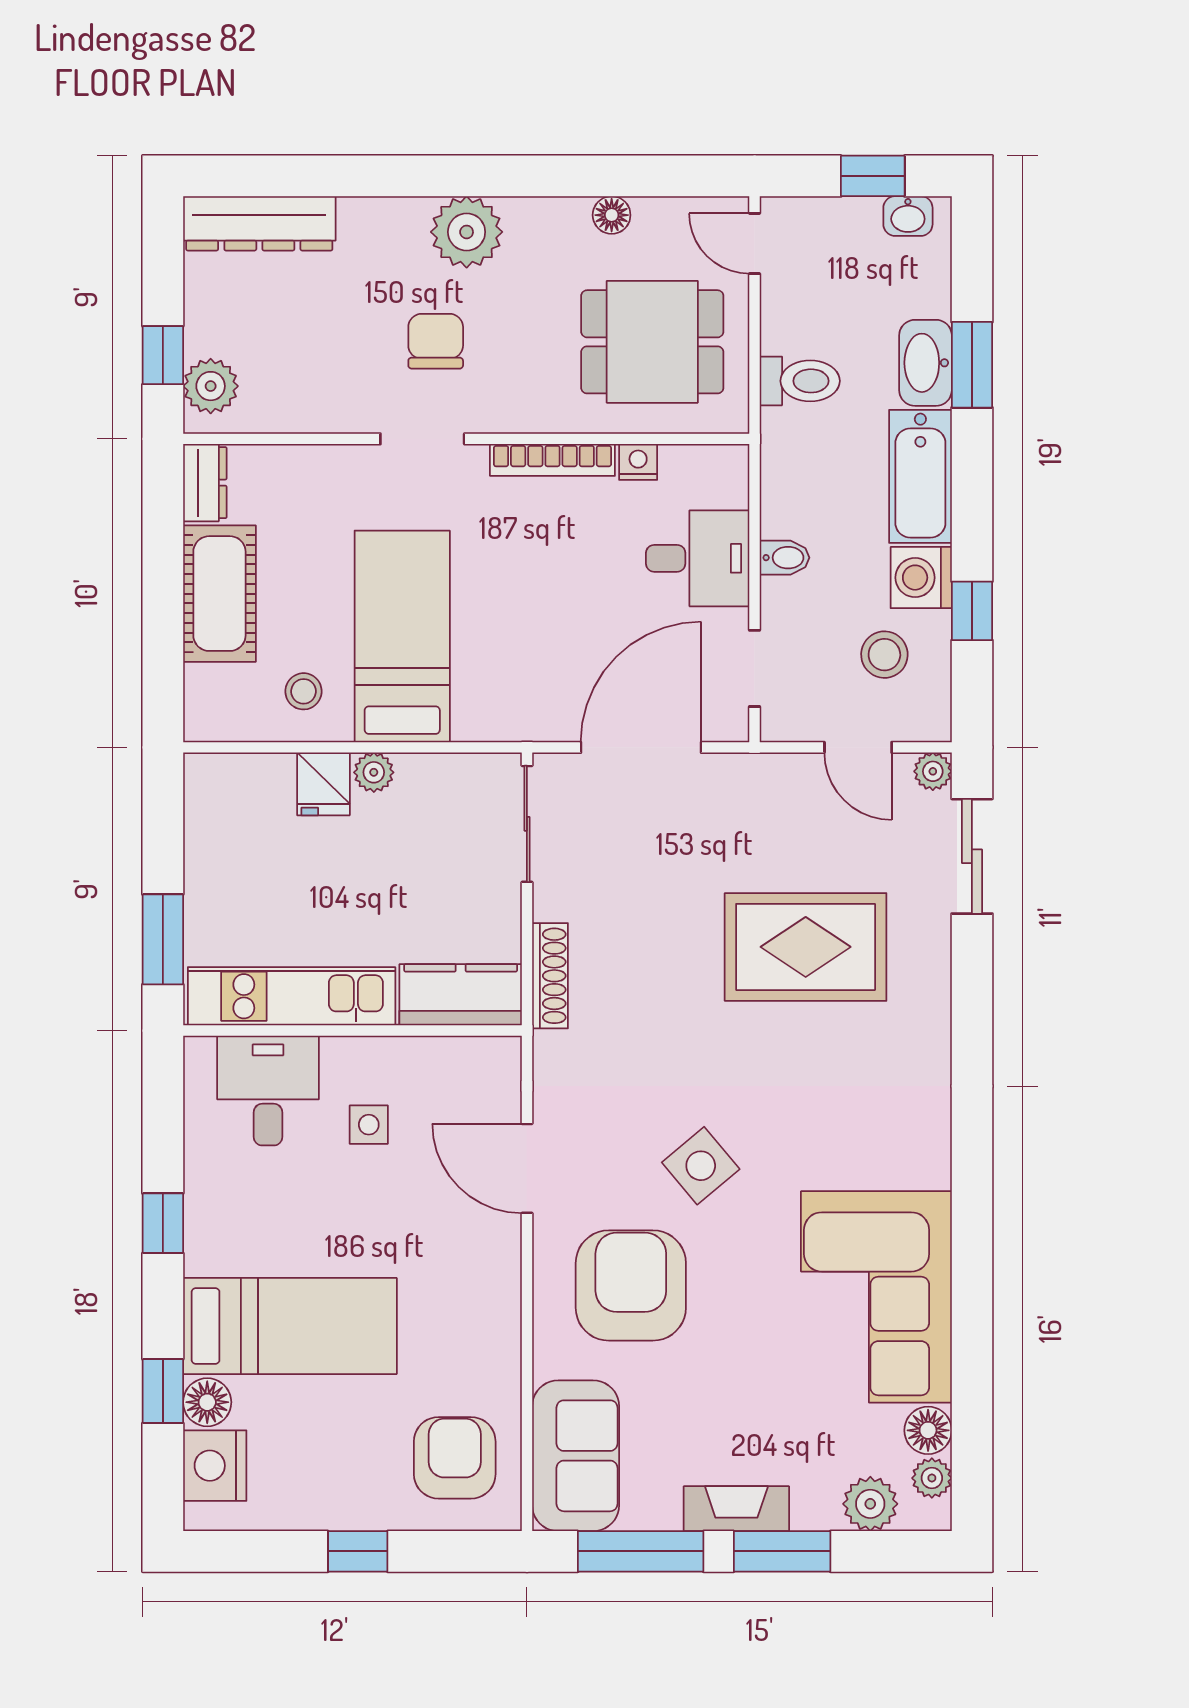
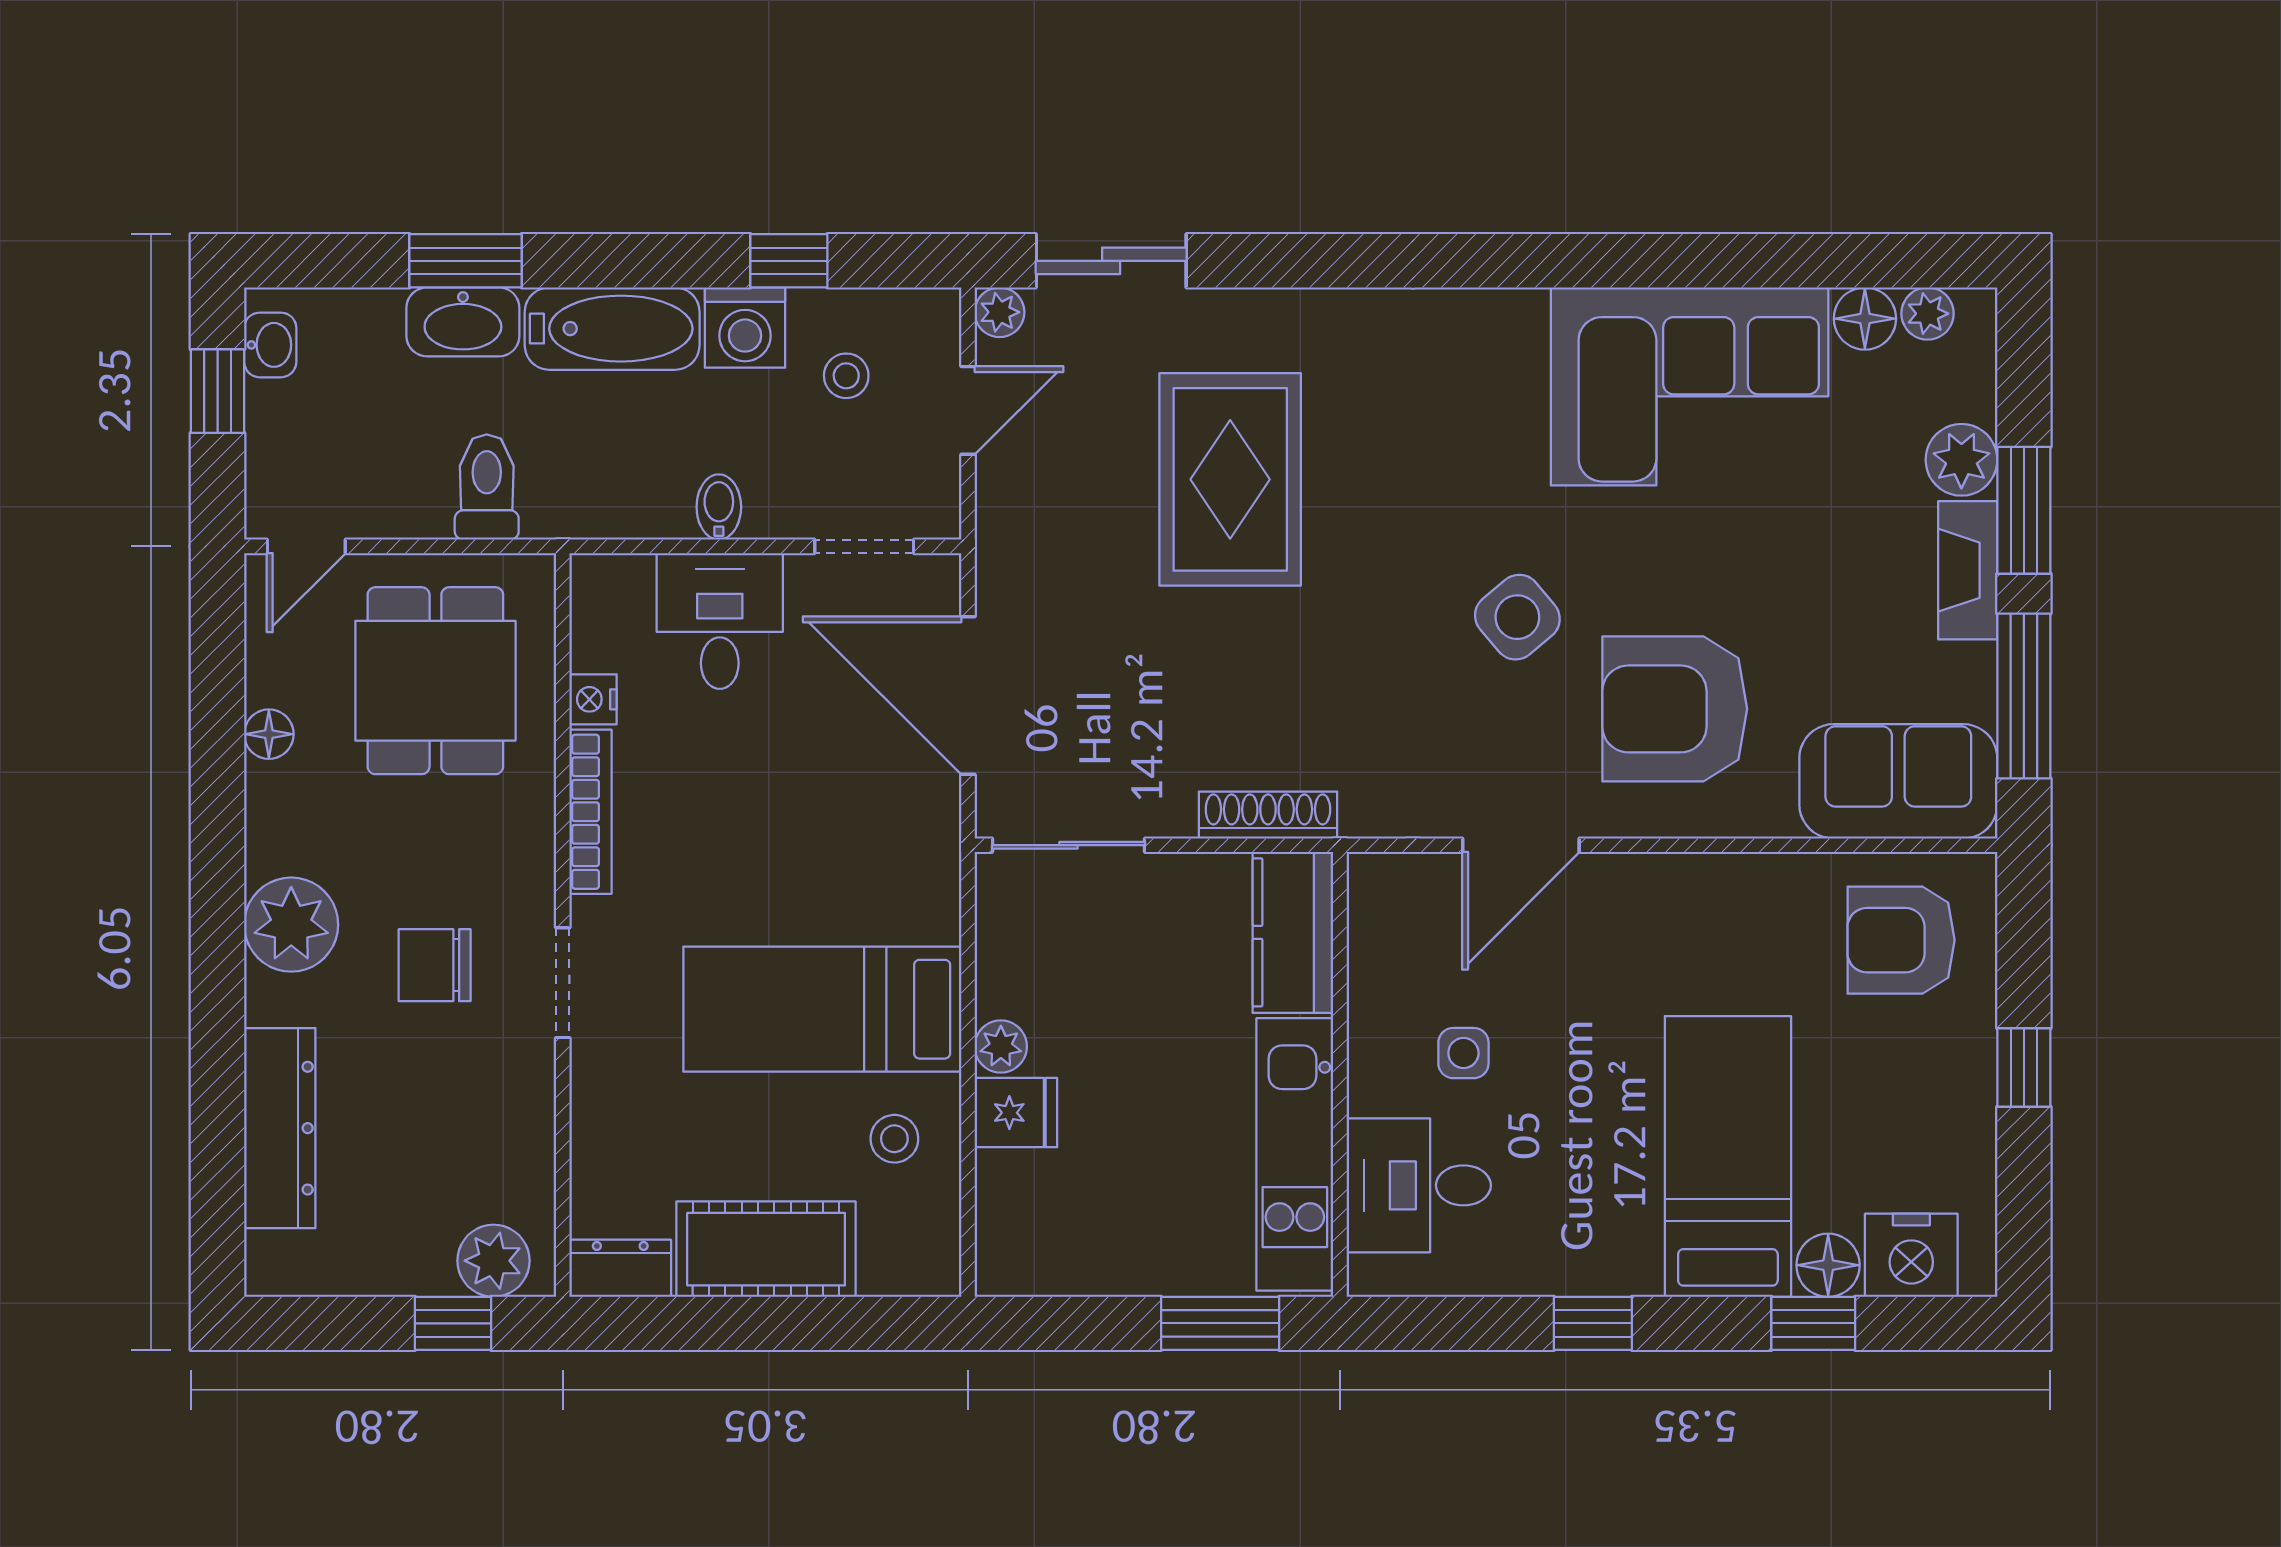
dresser: (259, 223) -> (280, 1128), moved
stool: (884, 655) -> (846, 376), width x0.73, depth x0.73
plant: (870, 1504) -> (1961, 460), moved

